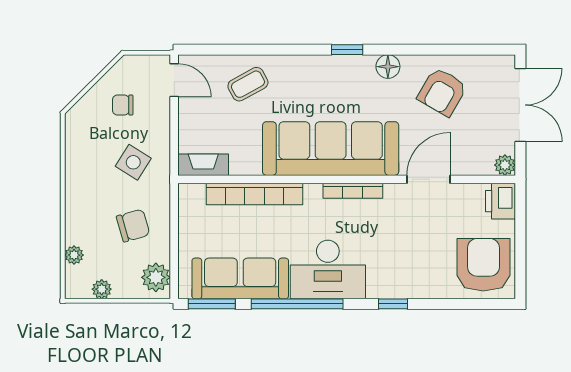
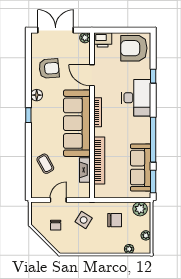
door: (174, 80) -> (58, 200), moved
armchair: (442, 92) -> (49, 68), turned -35
fireplace: (203, 165) -> (85, 170), moved
chair: (133, 225) -> (115, 220), turned 106
desk: (328, 269) -> (136, 98), moved
window: (393, 304) -> (153, 76), moved

